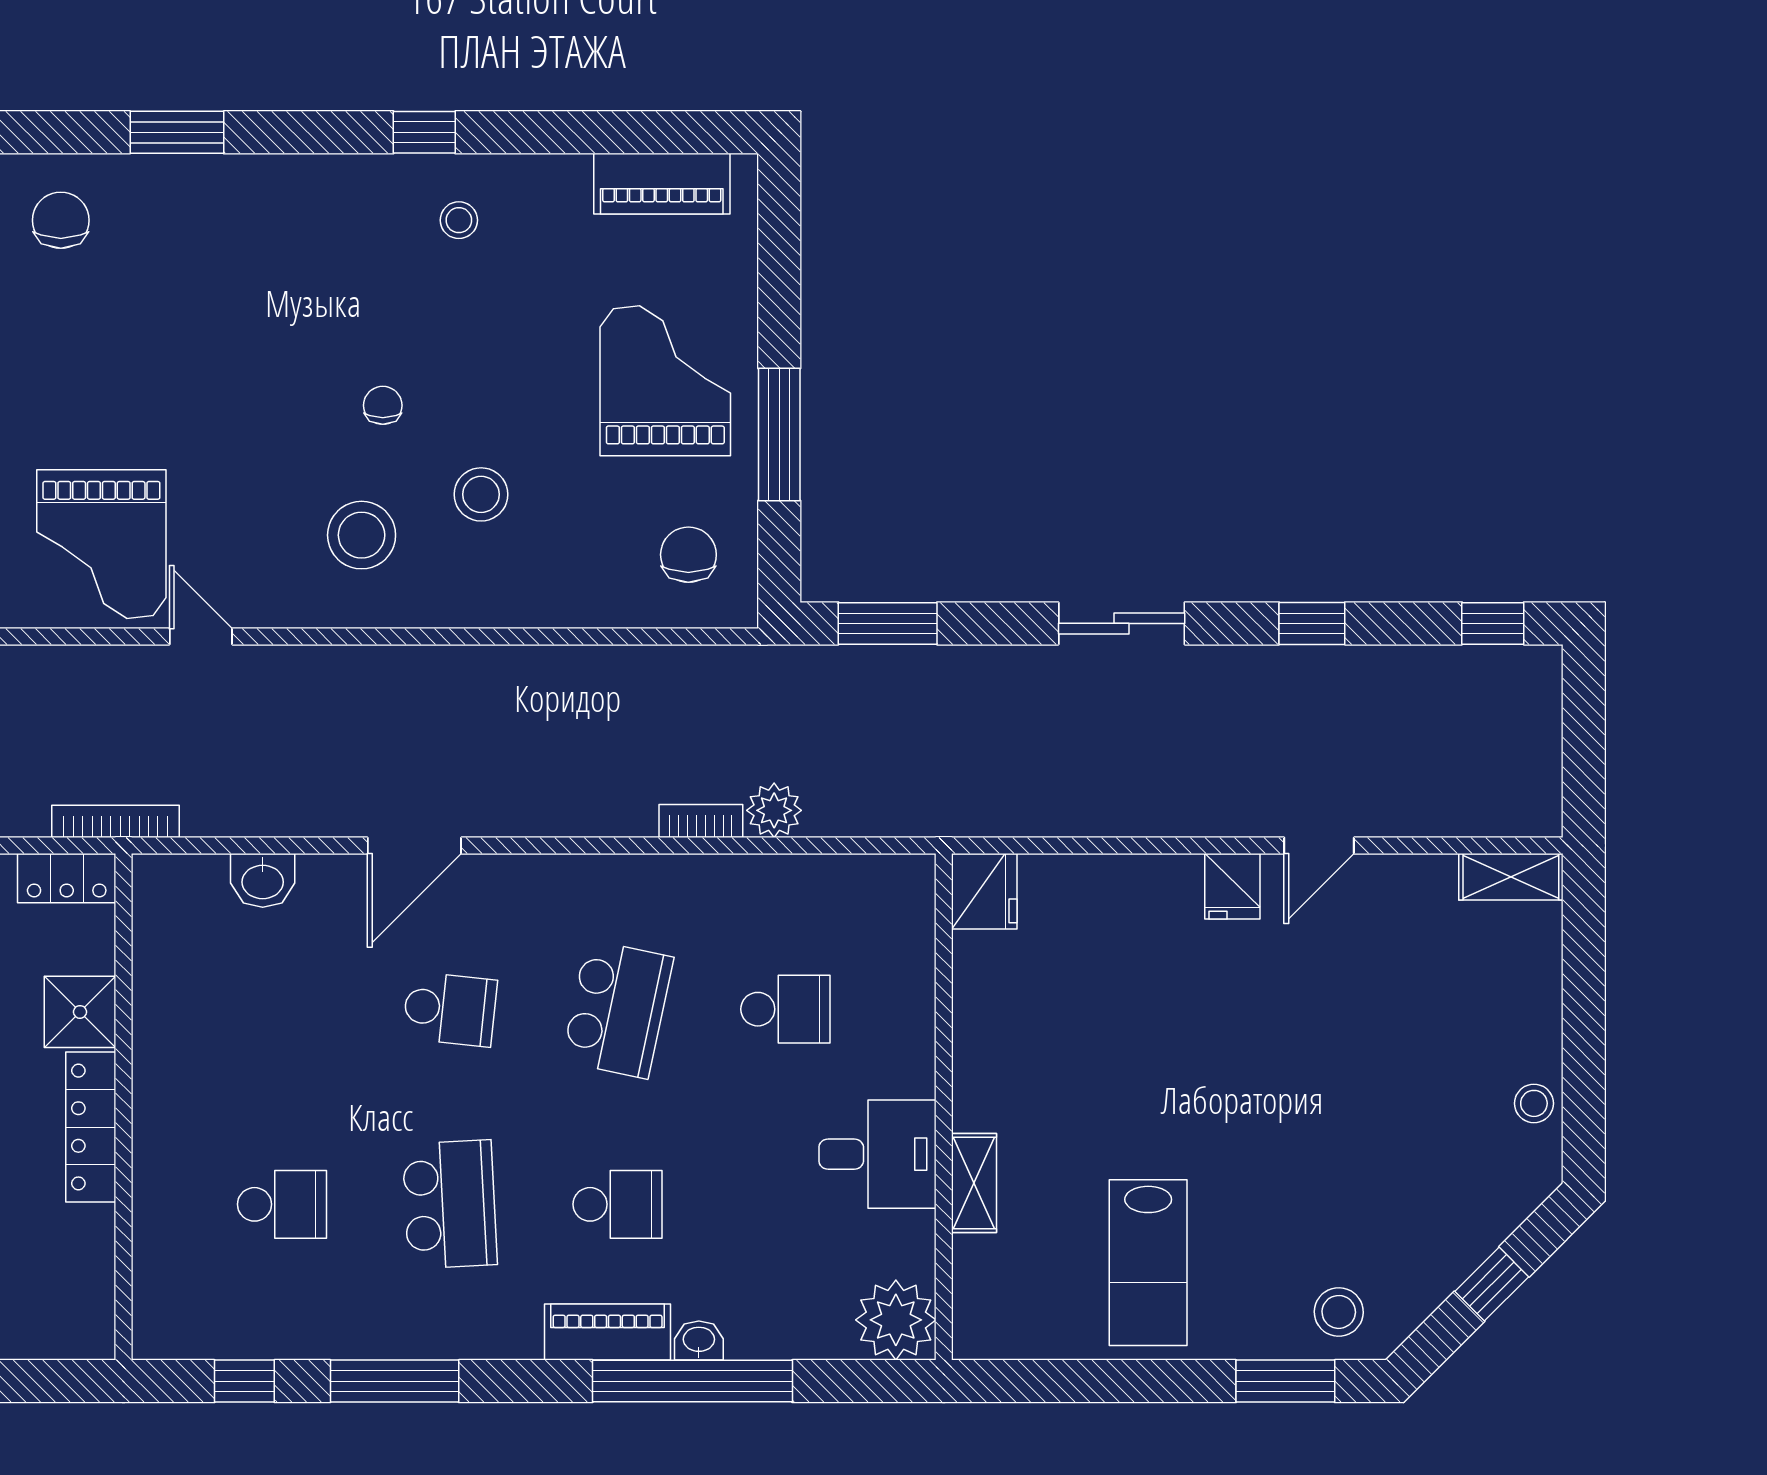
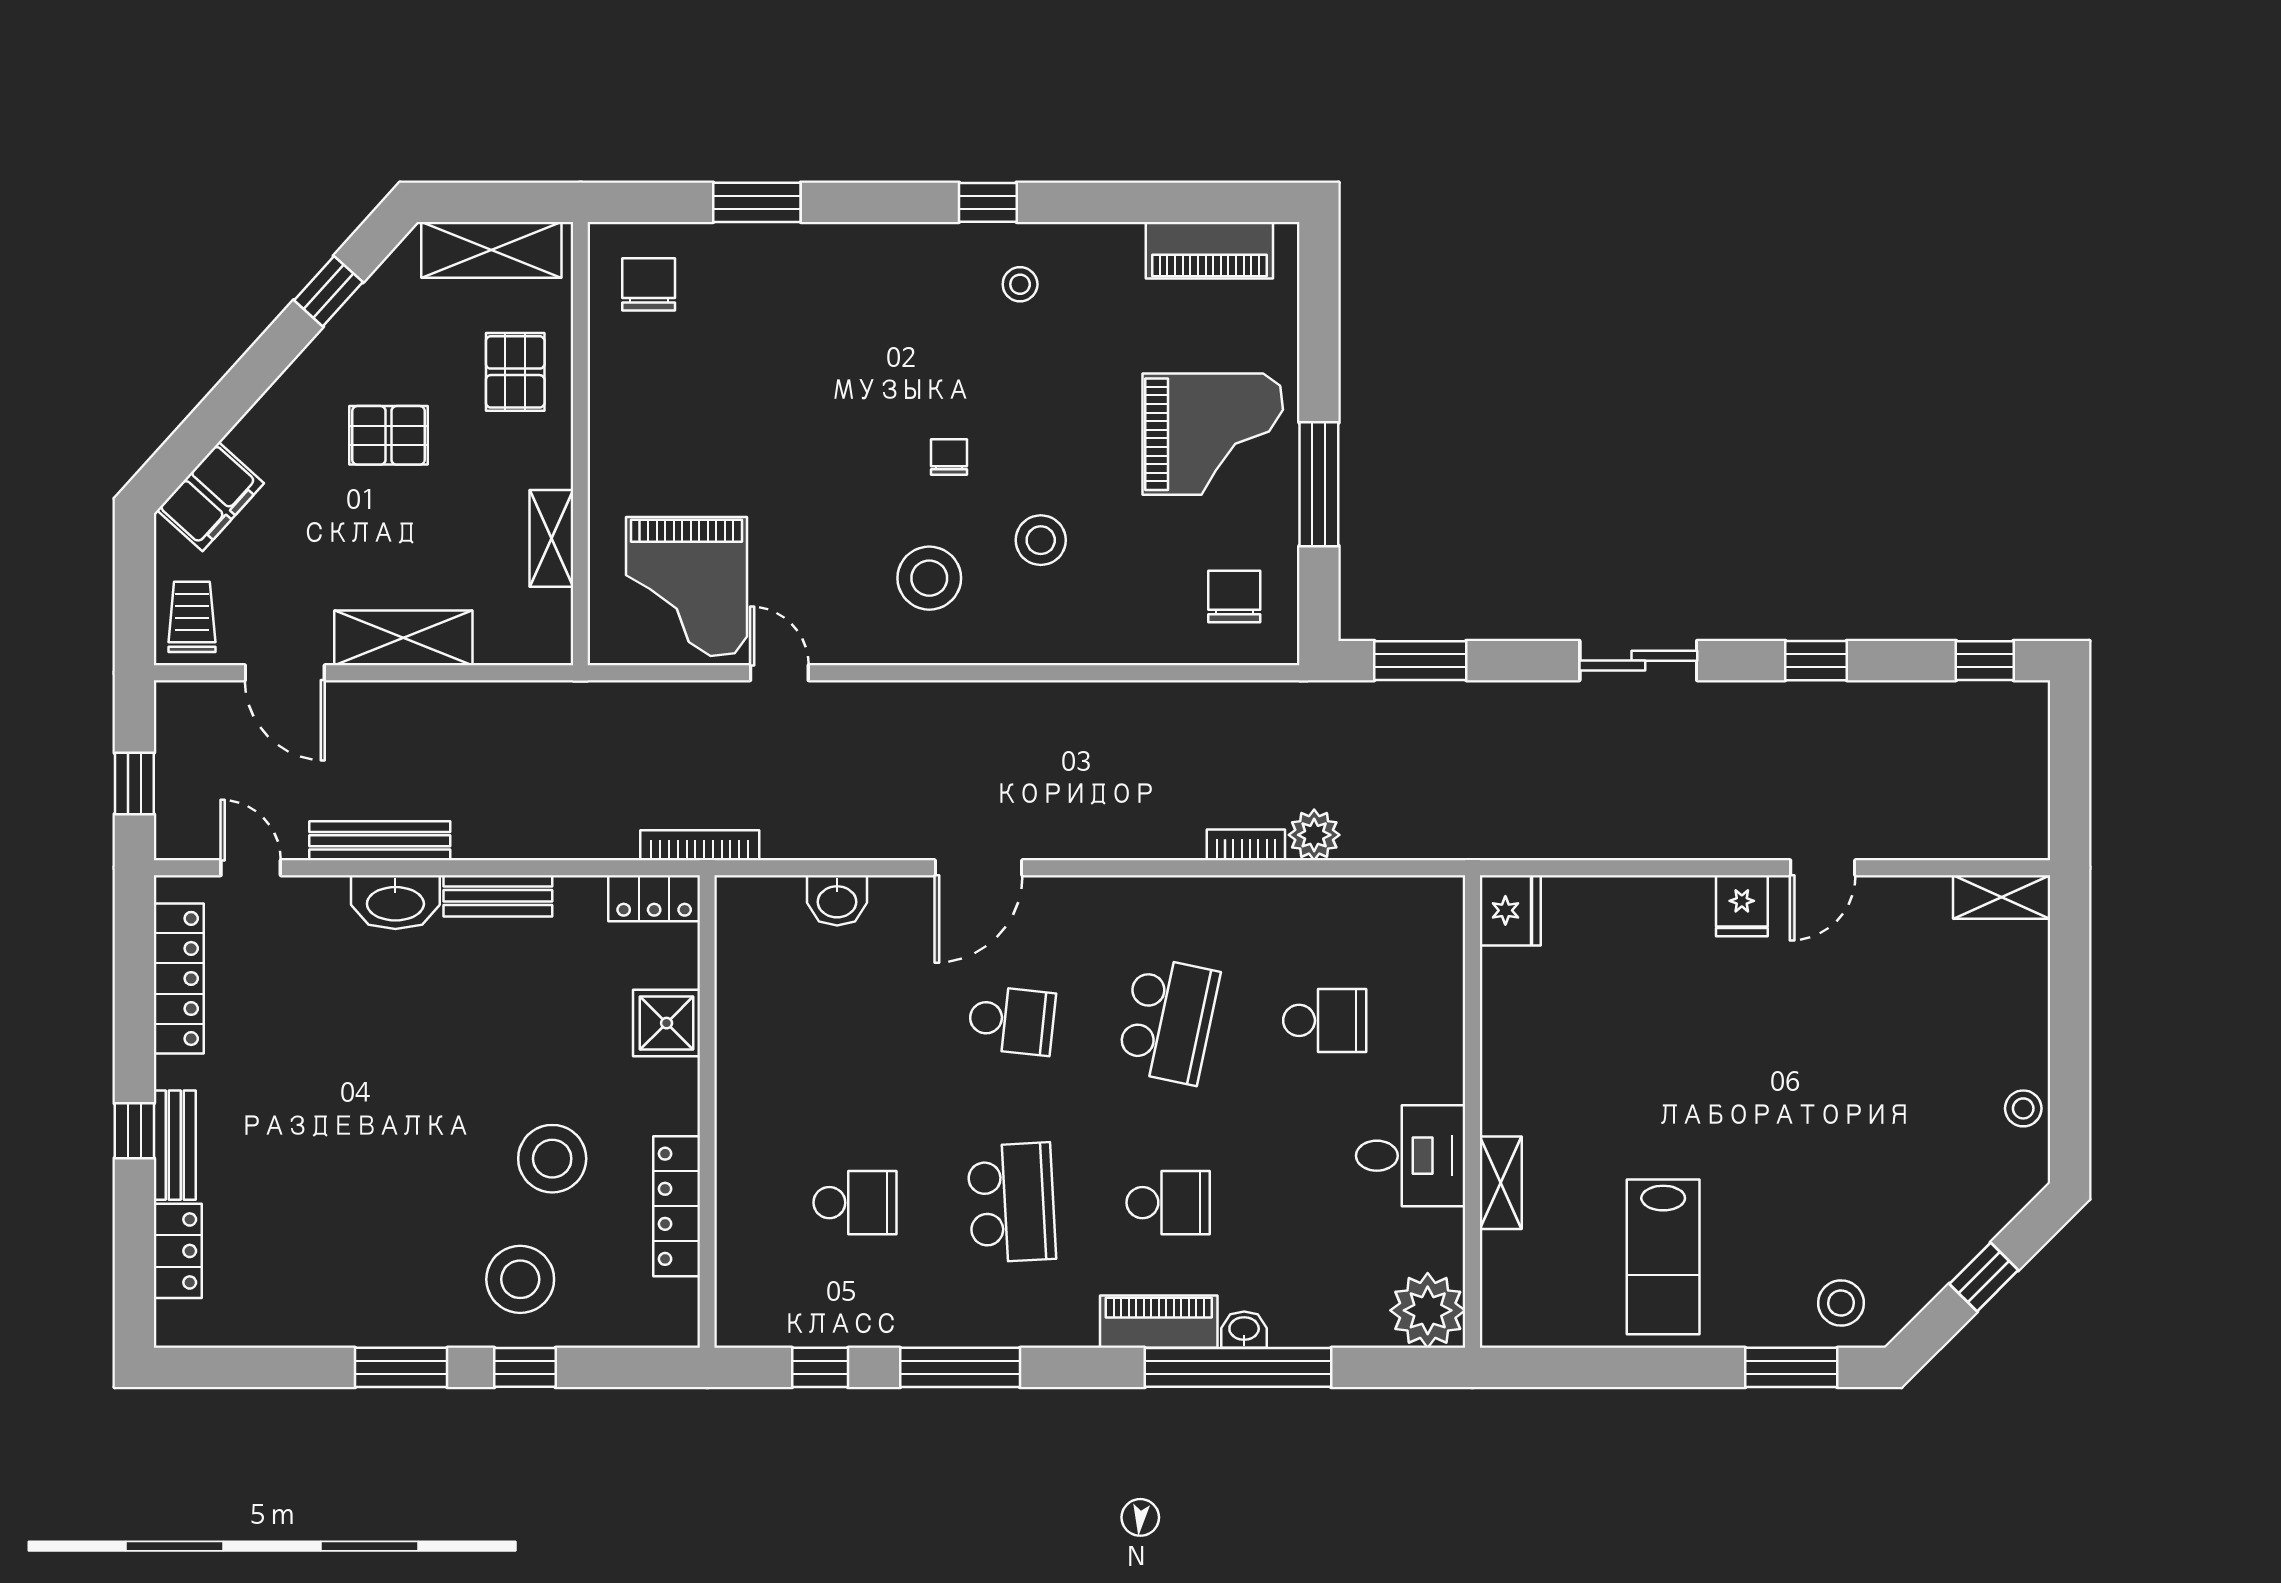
grand piano: (665, 381) -> (1213, 434), turned 90
locker: (91, 1127) -> (677, 1206), moved

